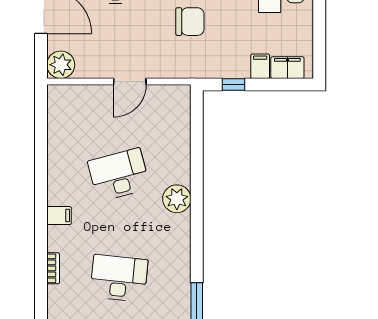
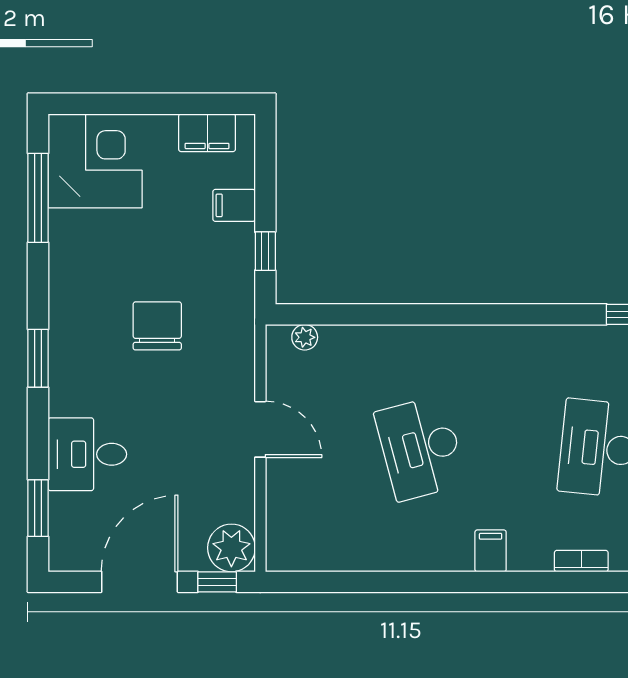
window: (41, 56) -> (217, 582), added
filing cabinet: (287, 68) -> (207, 133), moved, turned -90
plant: (177, 199) -> (305, 337), moved, width x0.53, depth x0.53

